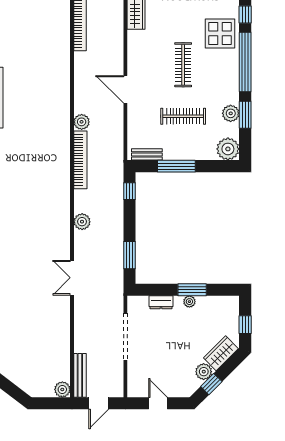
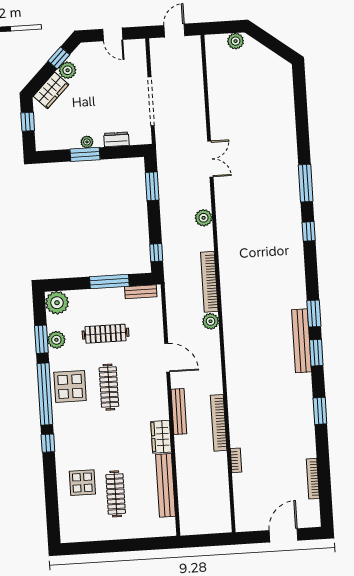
display table: (220, 33) -> (70, 386), moved
bench: (80, 375) -> (179, 412), moved
plant: (62, 389) -> (236, 41), moved

